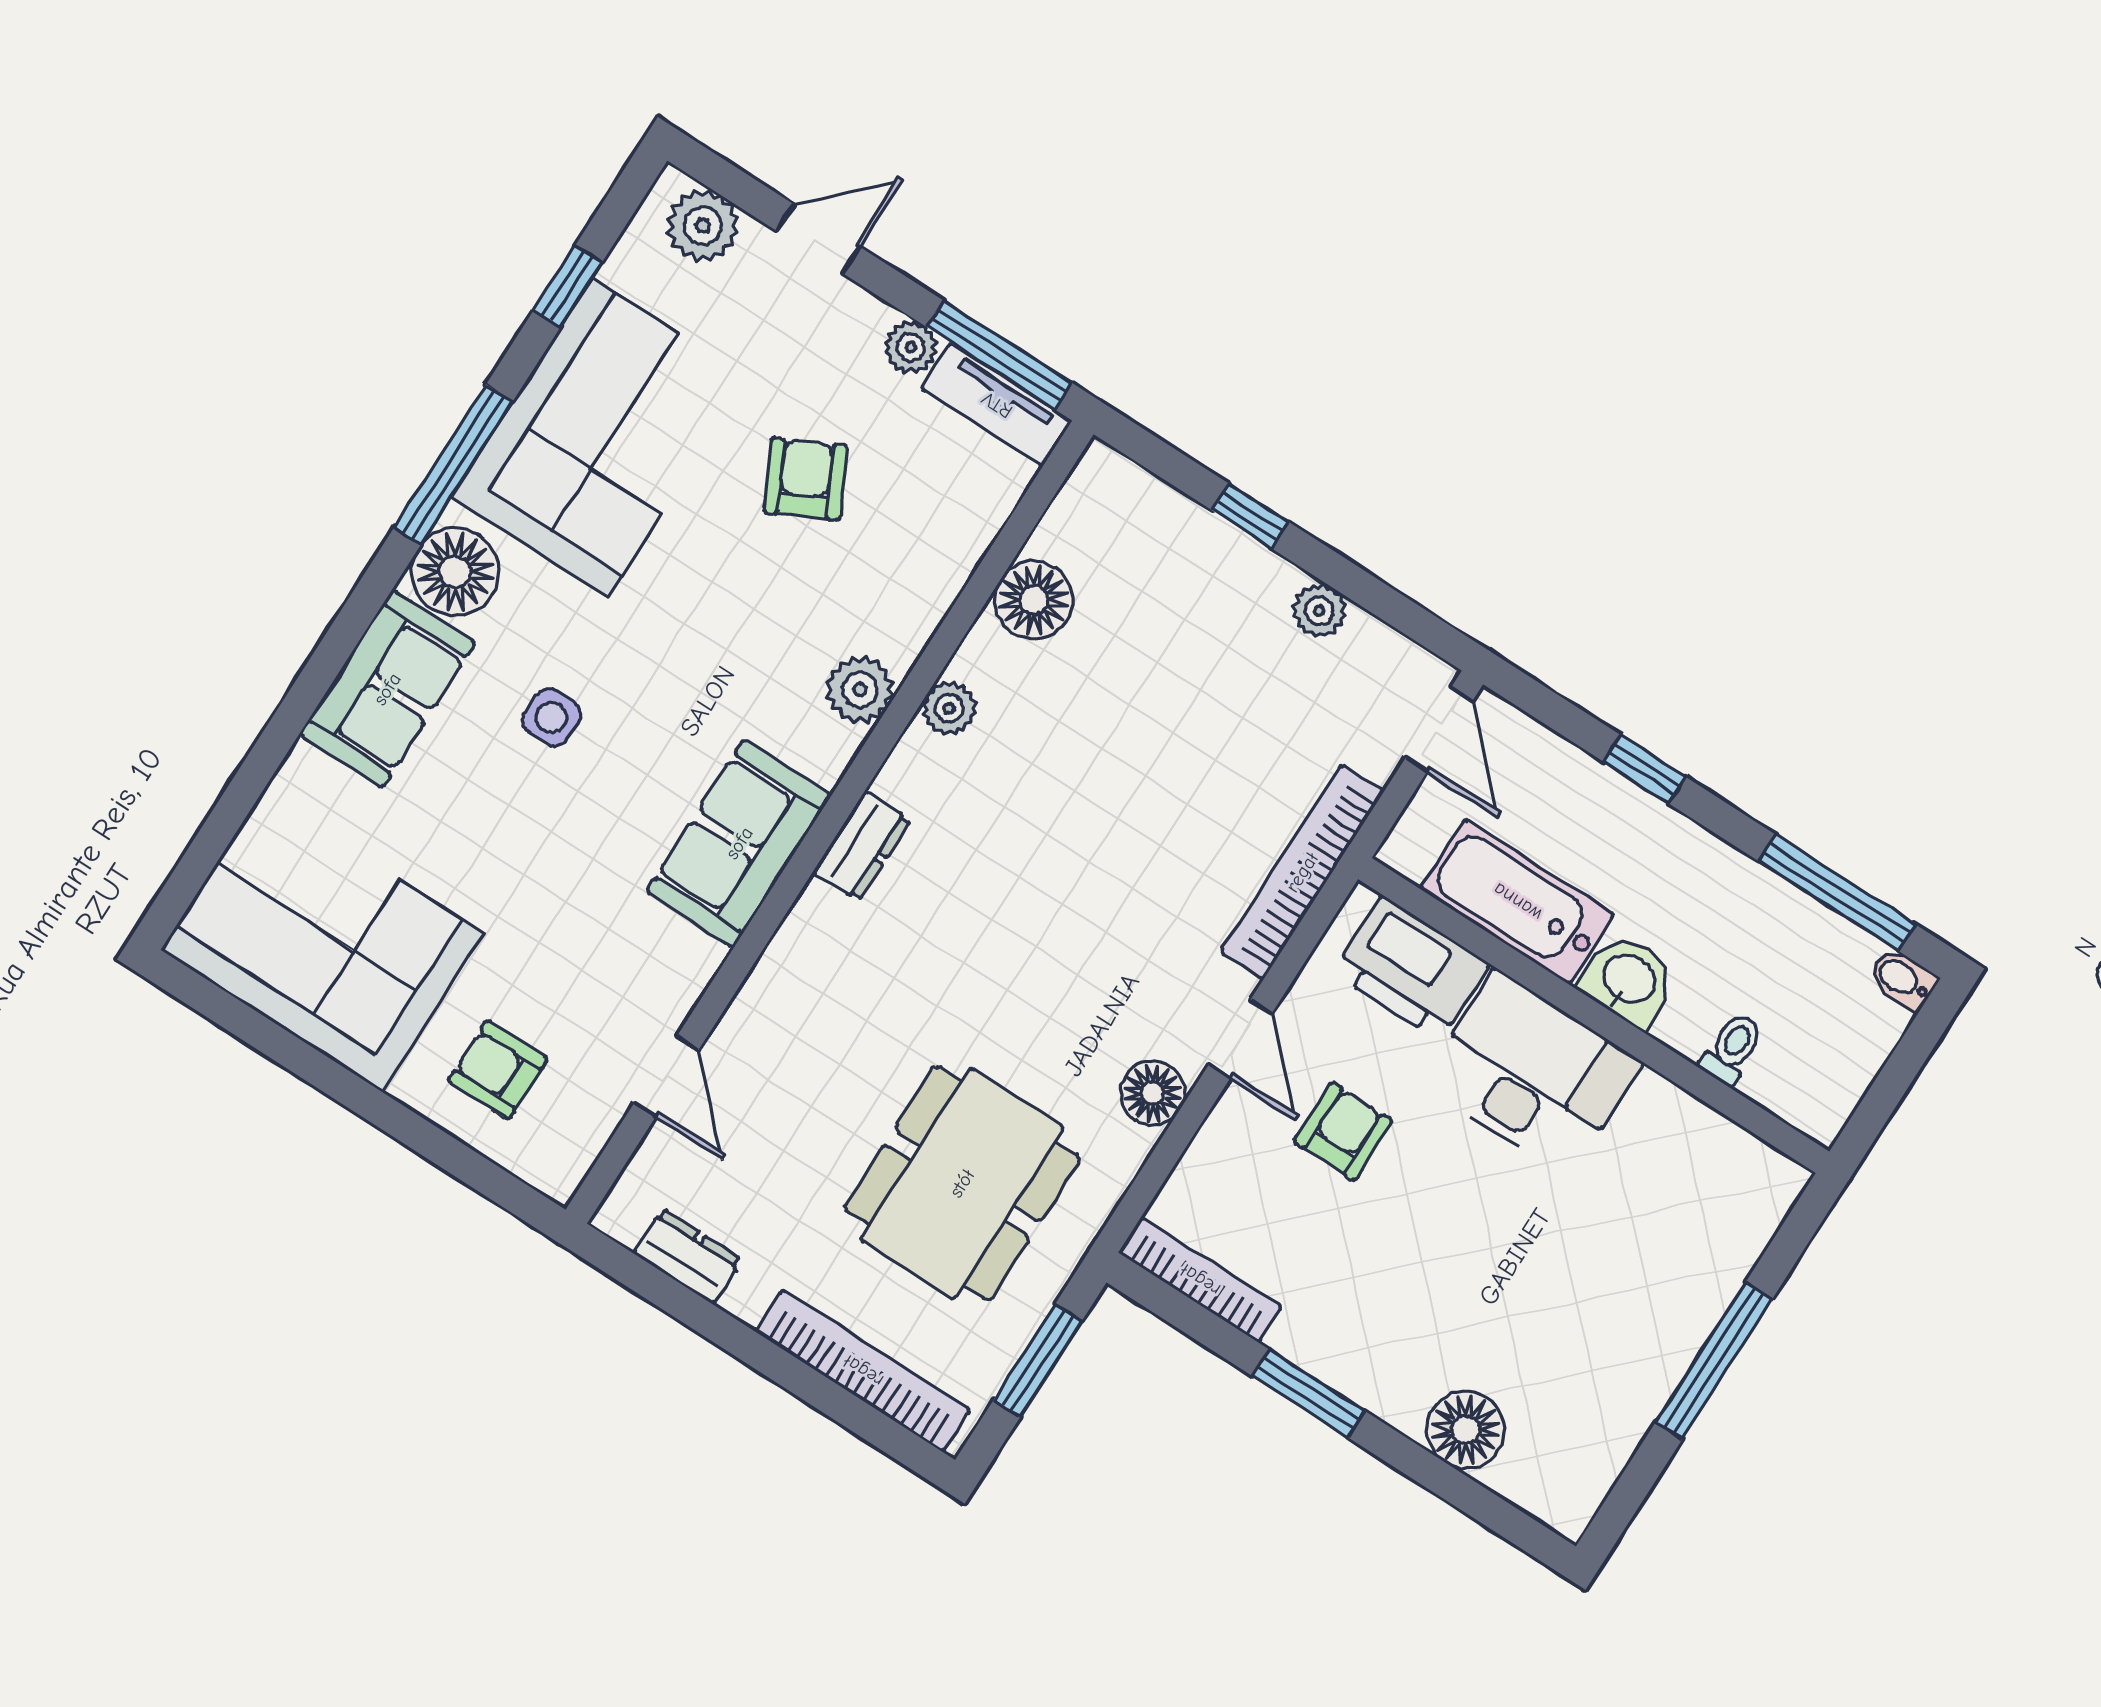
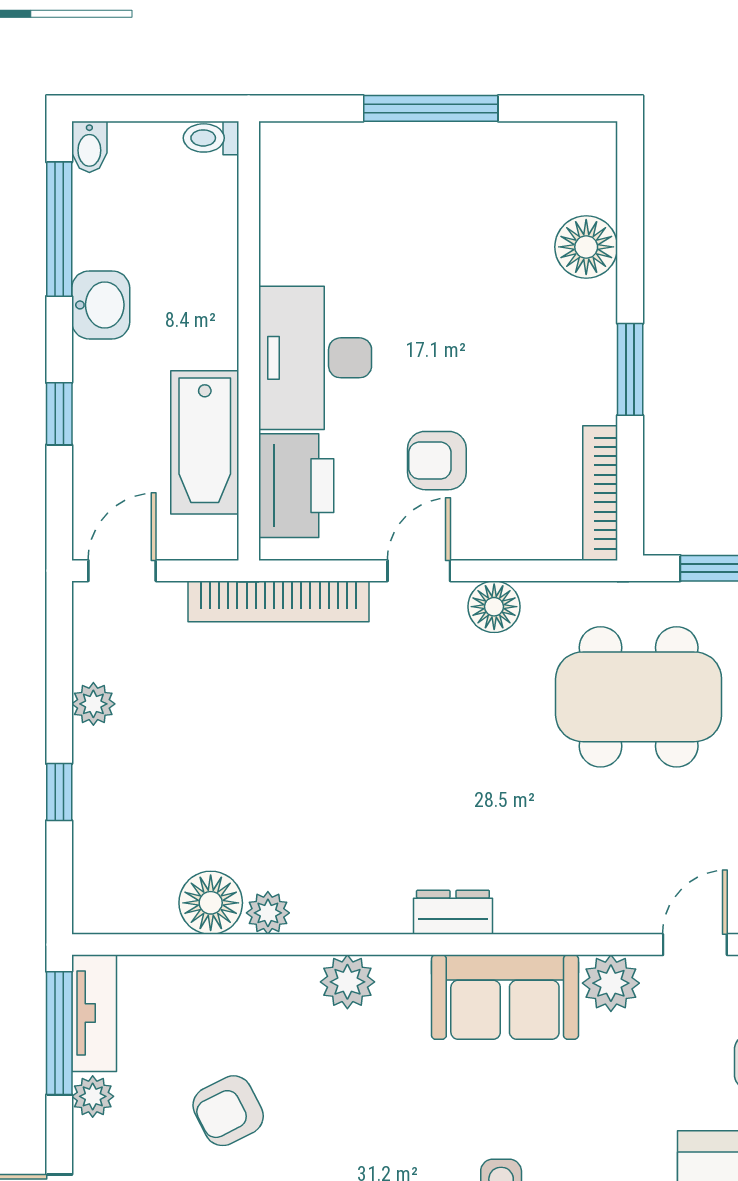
plant: (949, 708) -> (268, 913), moved
plant: (682, 963) -> (611, 983), added
washbasin: (1628, 980) -> (101, 305), moved, turned 180
toilet: (1732, 1049) -> (211, 138), moved

